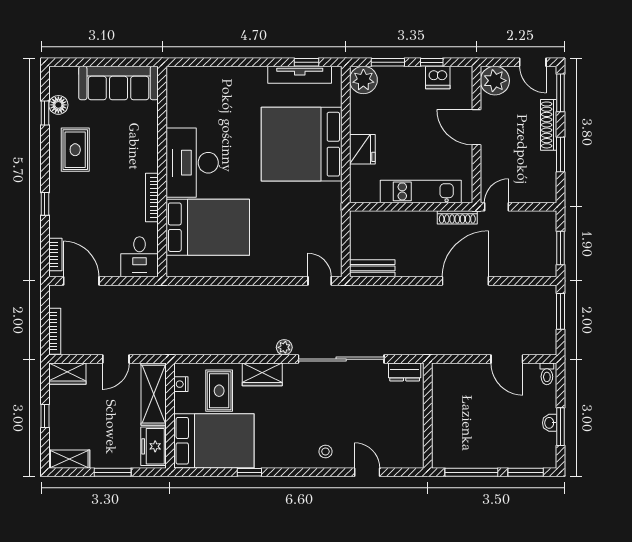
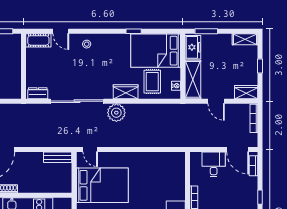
bed: (208, 227) -> (102, 185), moved, turned 180
desk: (140, 257) -> (214, 164), moved
plant: (284, 347) -> (116, 113), width x1.88, depth x1.88
door: (116, 359) -> (216, 101), swing flipped
cot: (404, 457) -> (38, 40), added
window: (113, 472) -> (206, 31), moved

